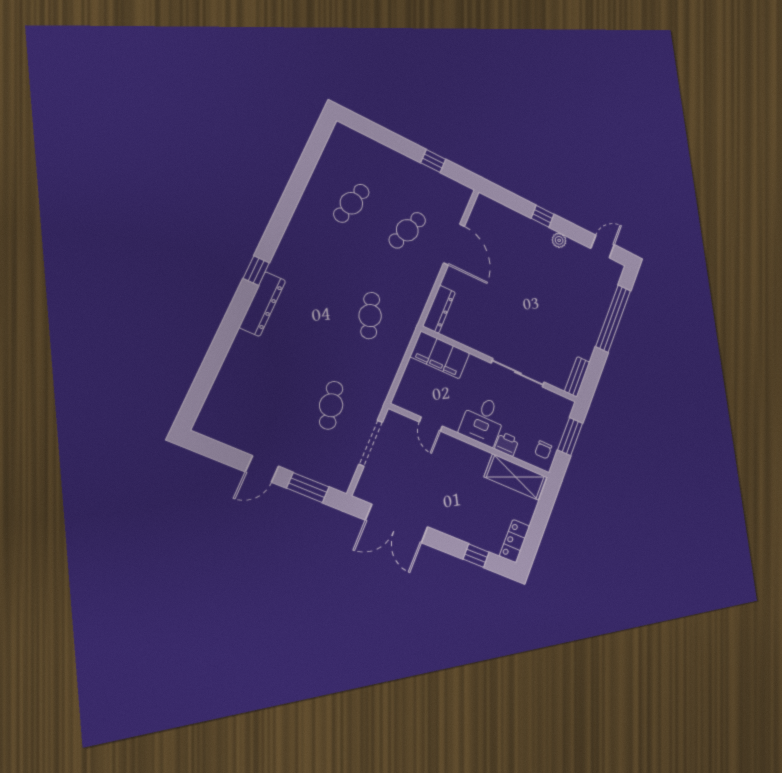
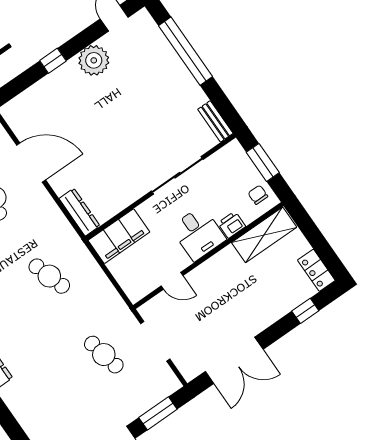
plant: (559, 240) -> (94, 60), width x1.88, depth x1.88
chair: (543, 450) -> (258, 195), turned 180

